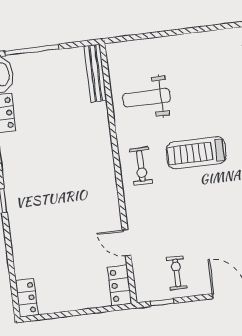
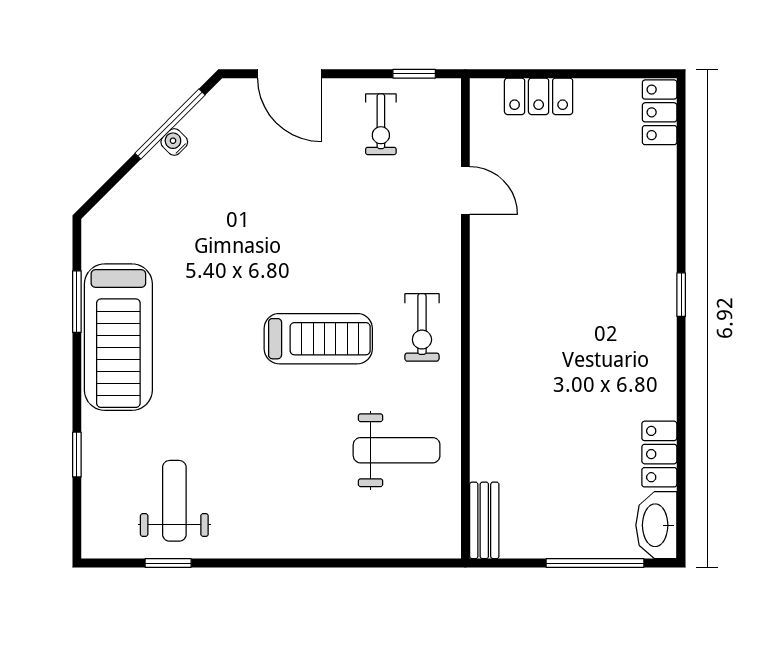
bench: (95, 73) -> (484, 520), width x0.73
exercise bike: (141, 166) -> (422, 327), turned 180
locker: (120, 285) -> (539, 96), moved, turned 90

